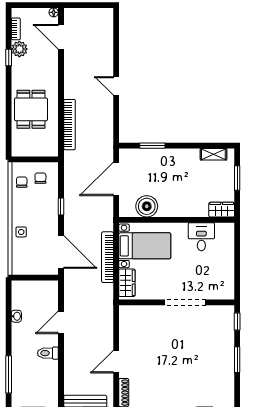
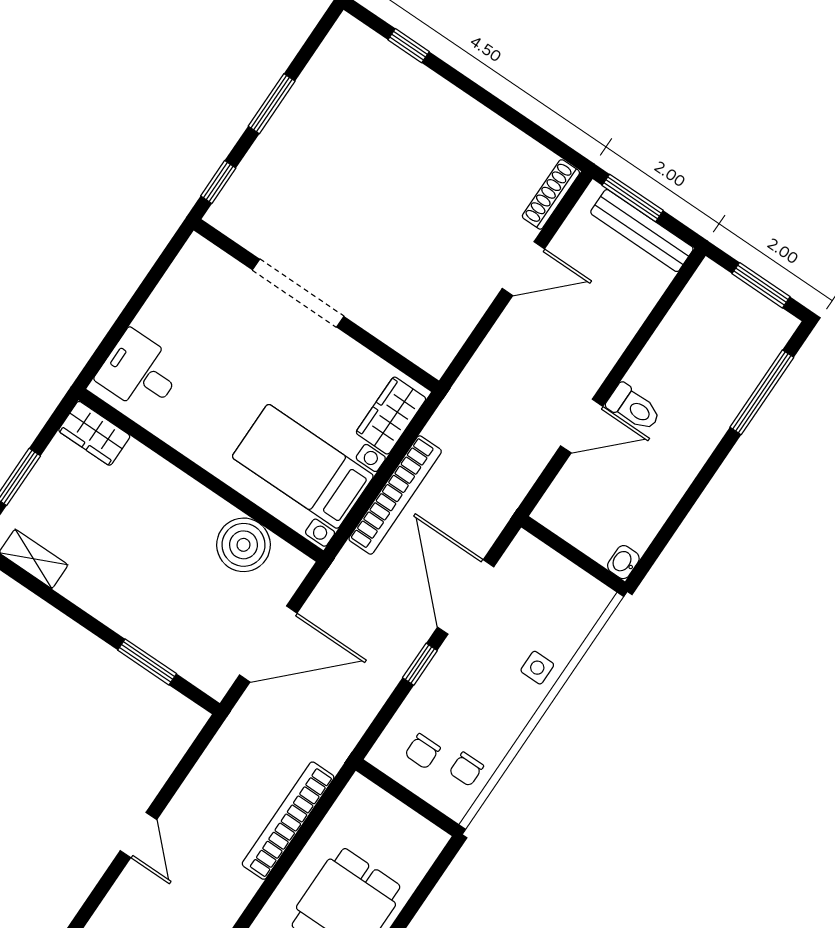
desk: (201, 237) -> (140, 372), moved, turned 90
door: (61, 252) -> (466, 597), moved
washbasin: (16, 316) -> (623, 562), moved
toilet: (48, 353) -> (634, 408), moved

